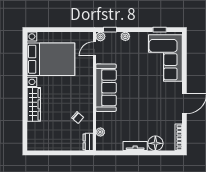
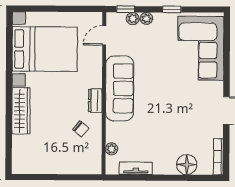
window: (160, 30) -> (172, 9), moved
plant: (100, 37) -> (133, 19), moved
dresser: (88, 142) -> (95, 101), moved
tv unit: (135, 146) -> (136, 168), moved

